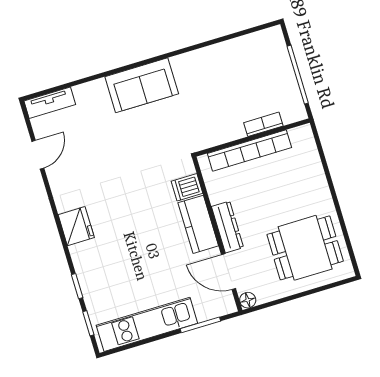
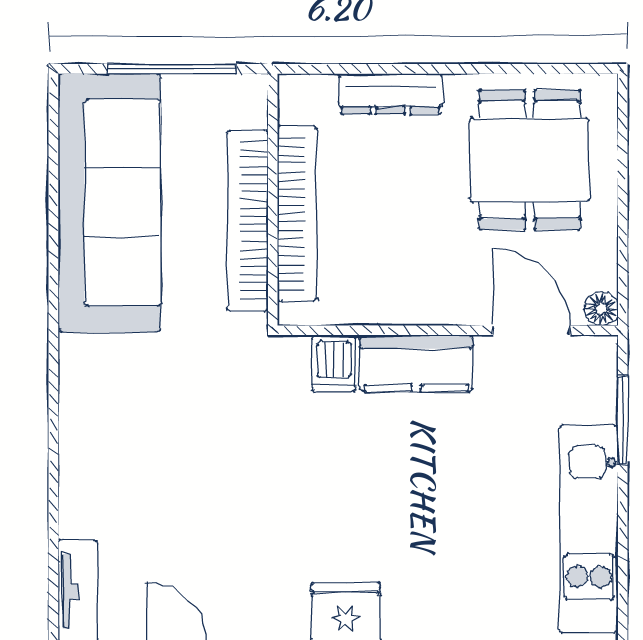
sofa: (142, 85) -> (109, 203), moved, width x1.85, depth x1.27
bookcase: (263, 124) -> (248, 220), width x2.31, depth x1.31
dresser: (227, 227) -> (390, 94), moved, turned 180
door: (229, 272) -> (531, 330), swing flipped

